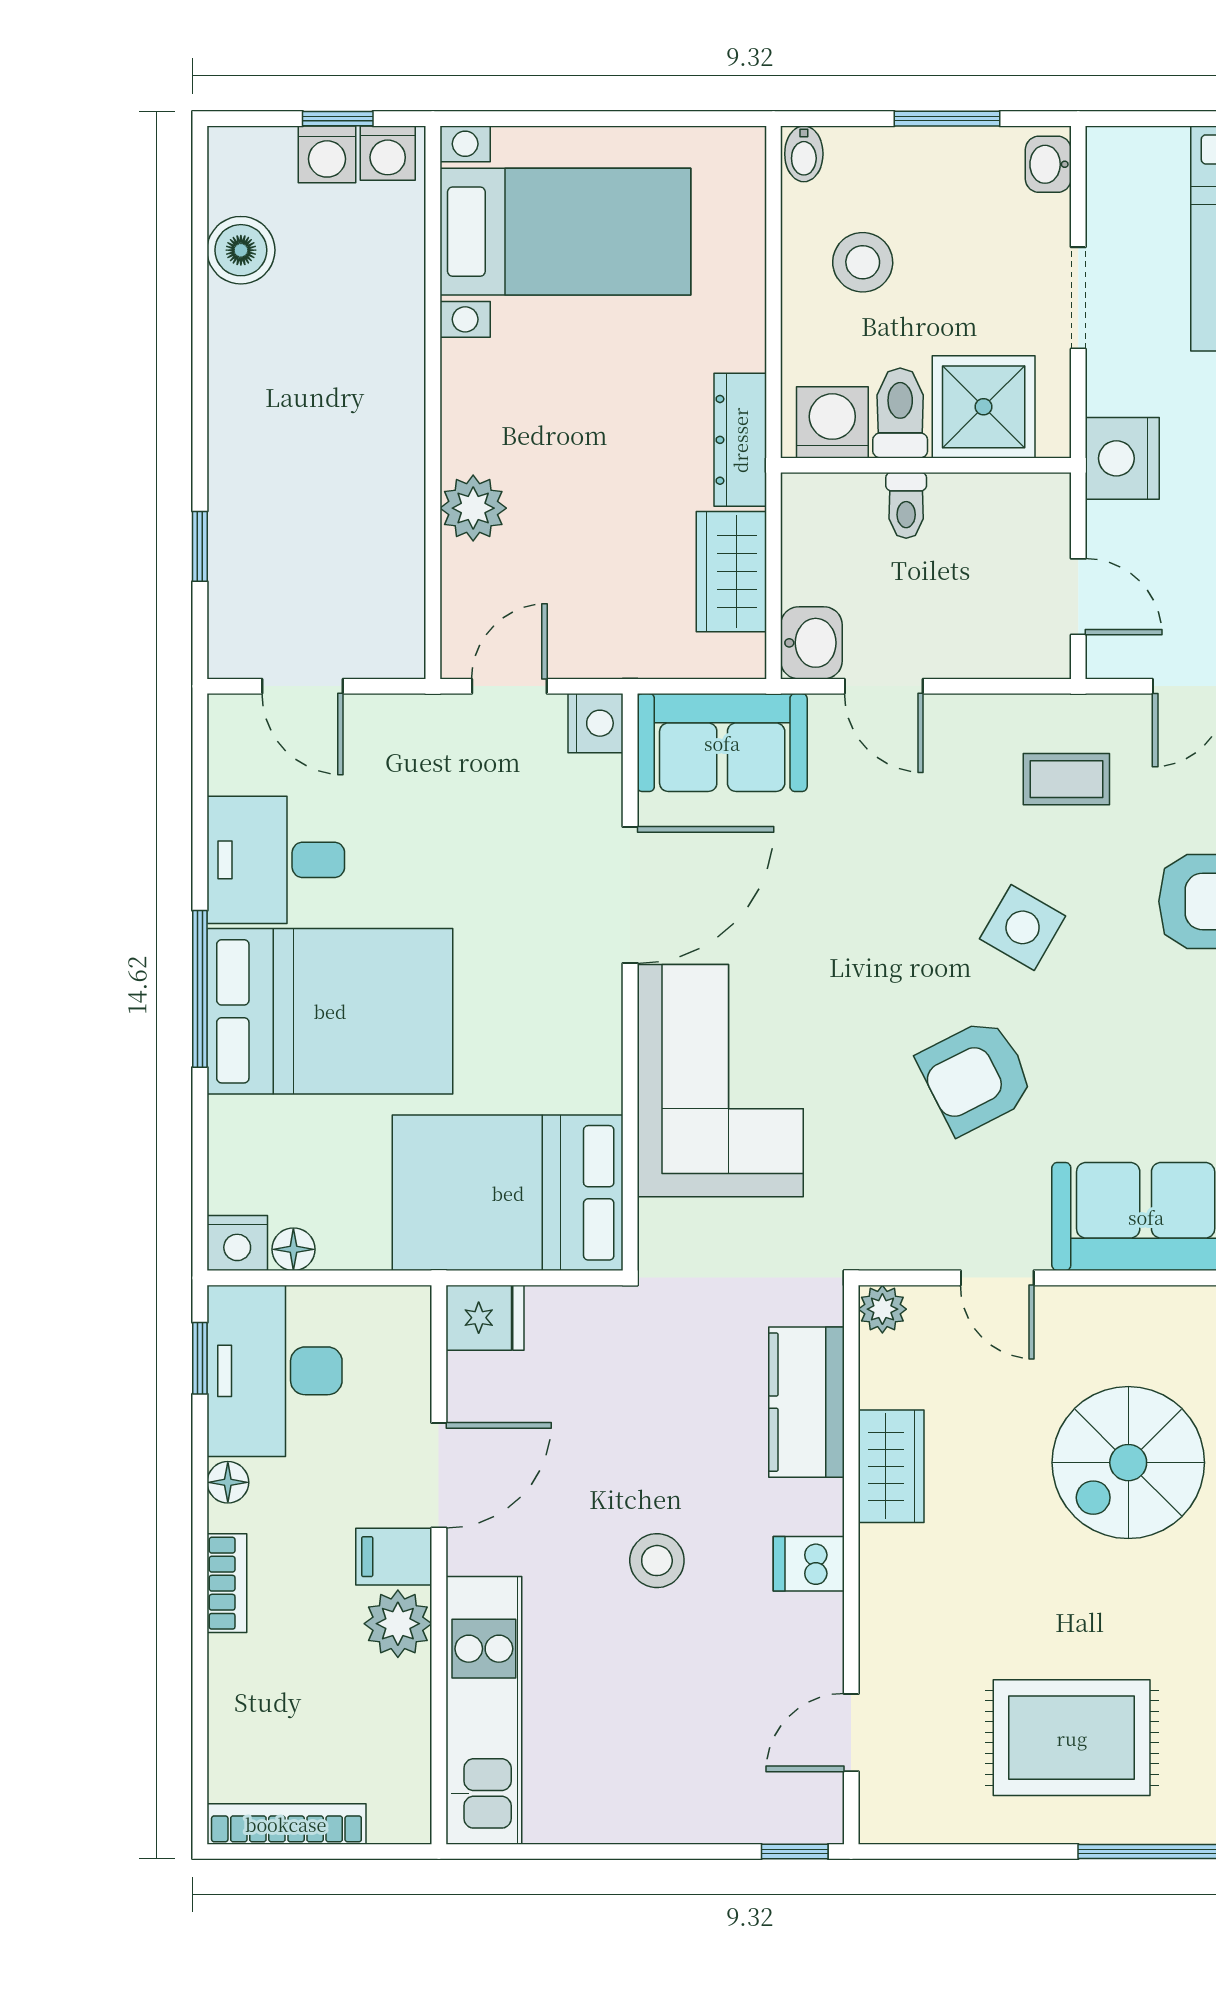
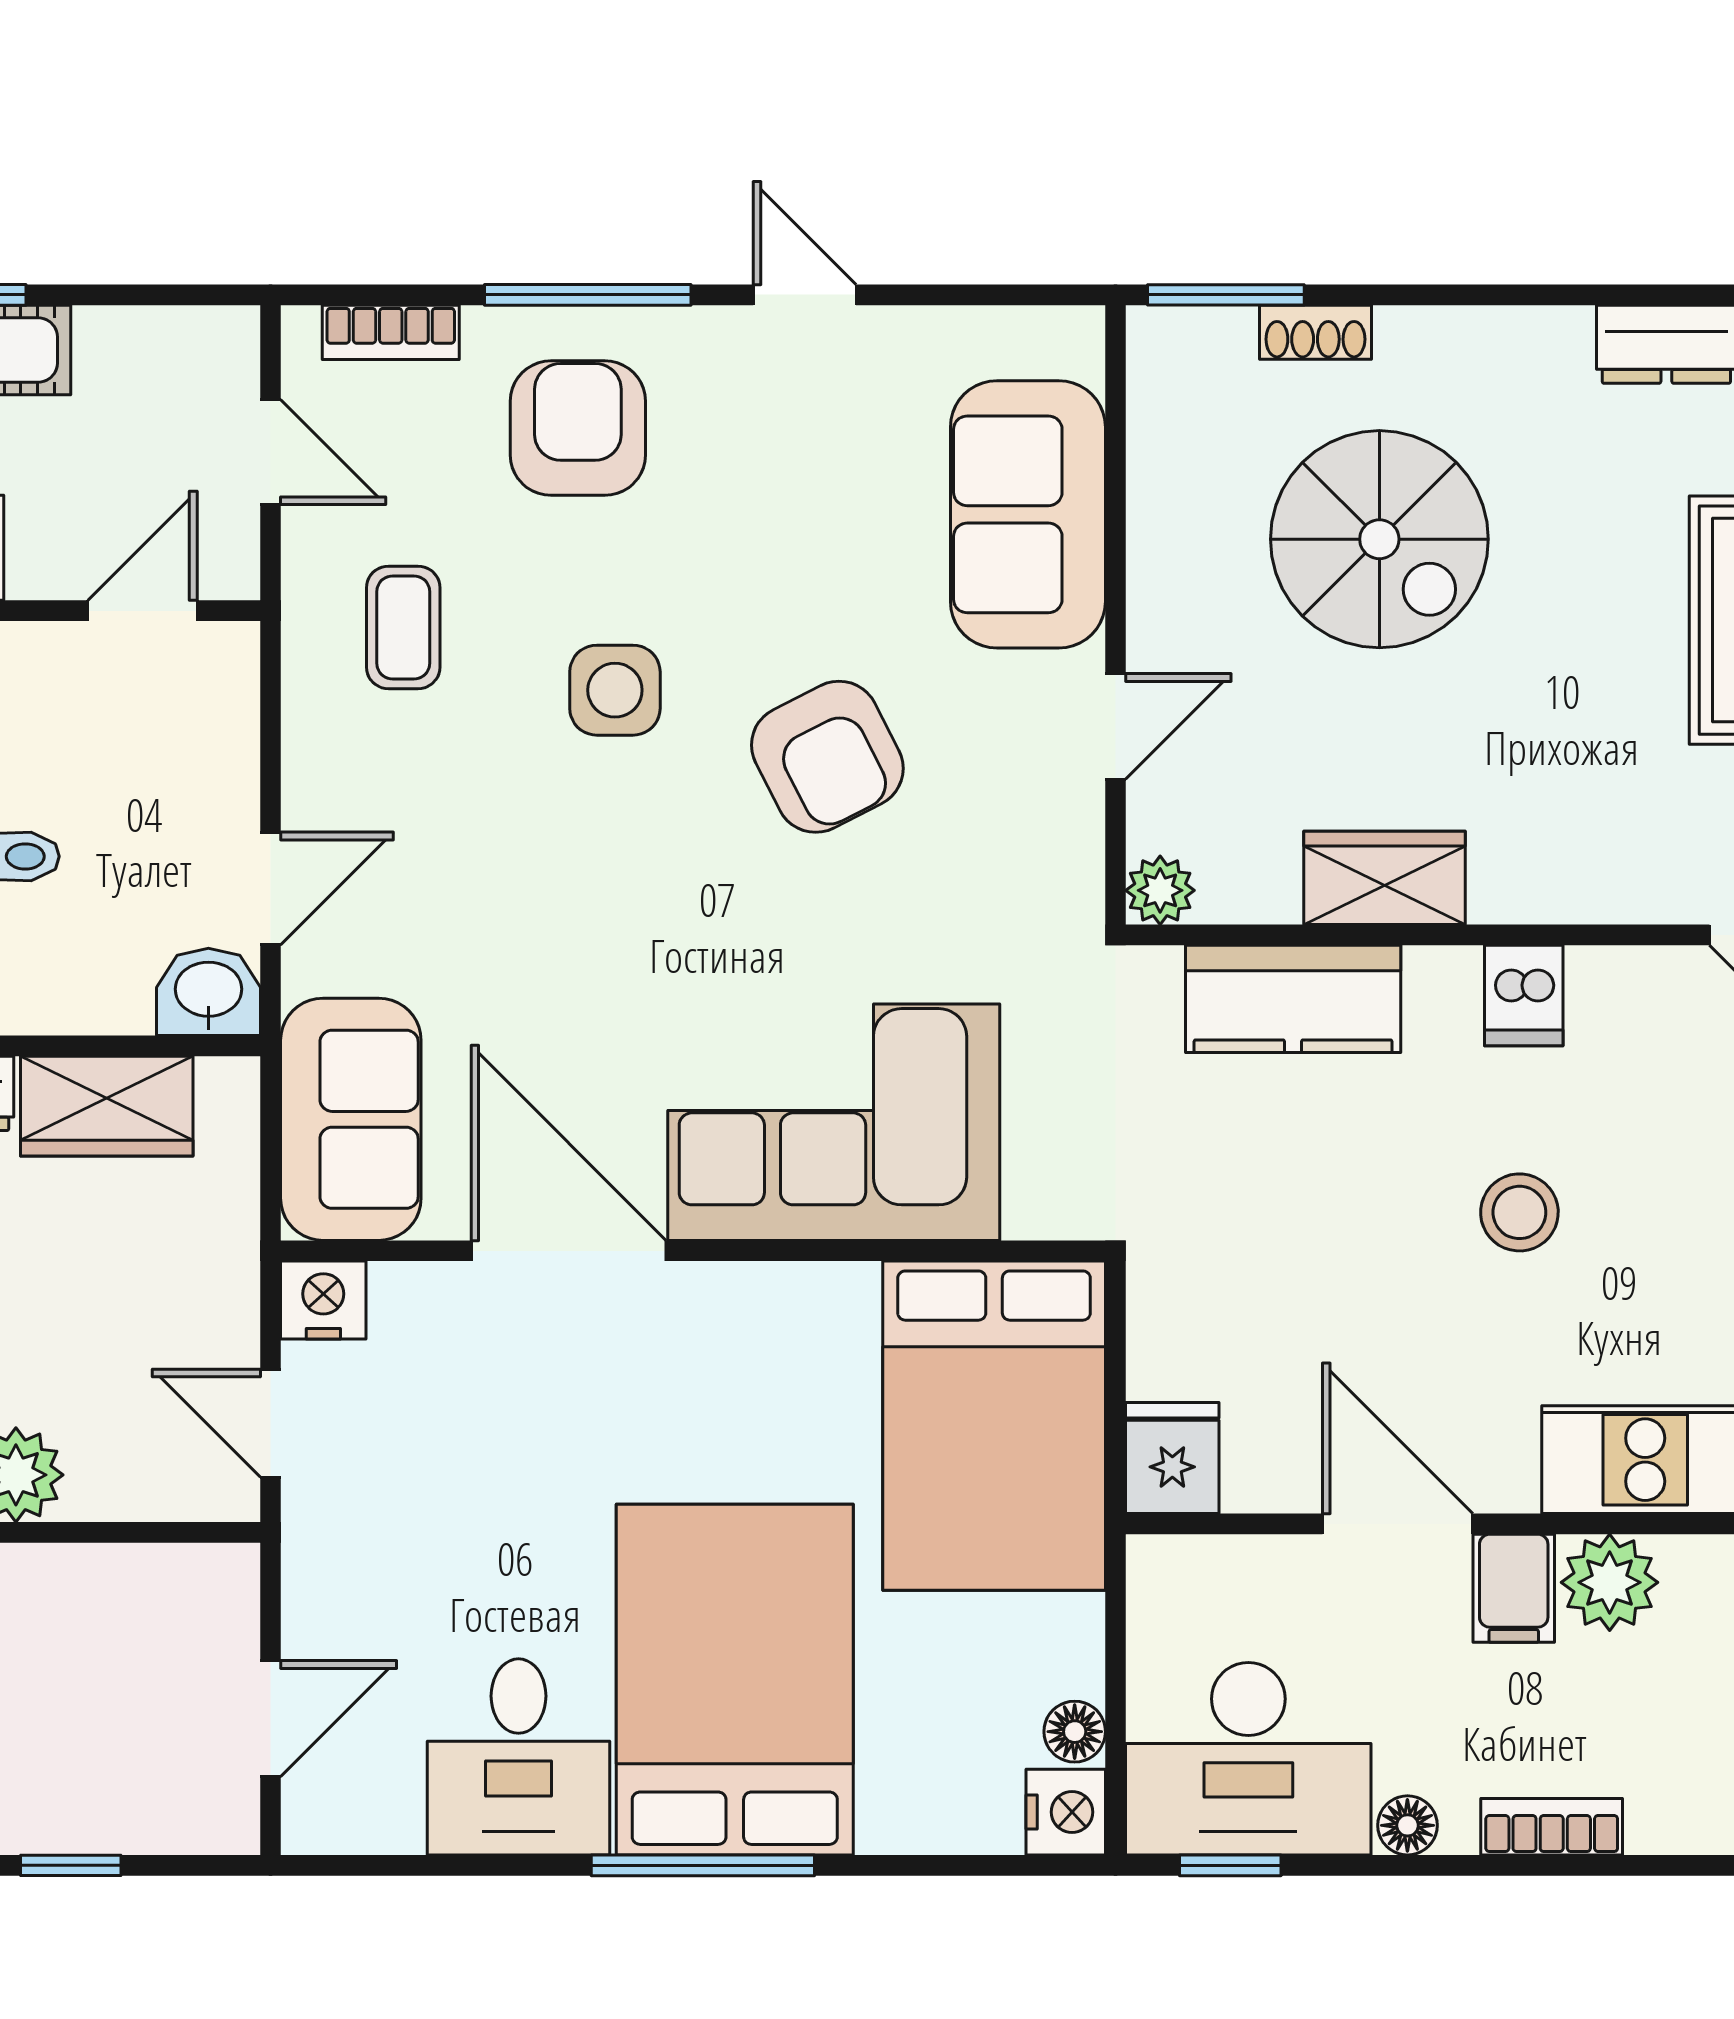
side table: (1023, 927) -> (615, 690), turned -30

